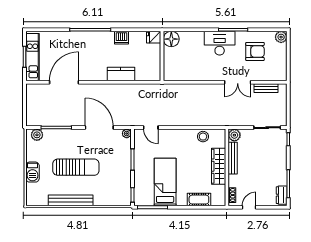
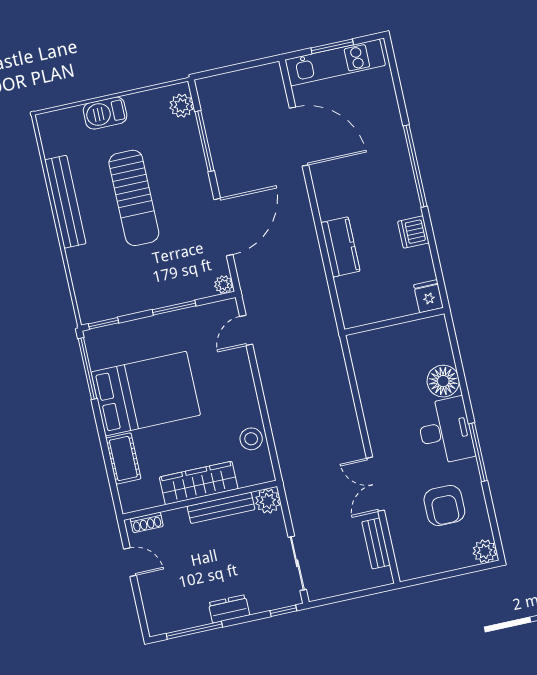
floor lamp: (171, 39) -> (443, 381), moved
bed: (165, 182) -> (146, 394), width x1.50
dresser: (282, 195) -> (229, 609), moved

